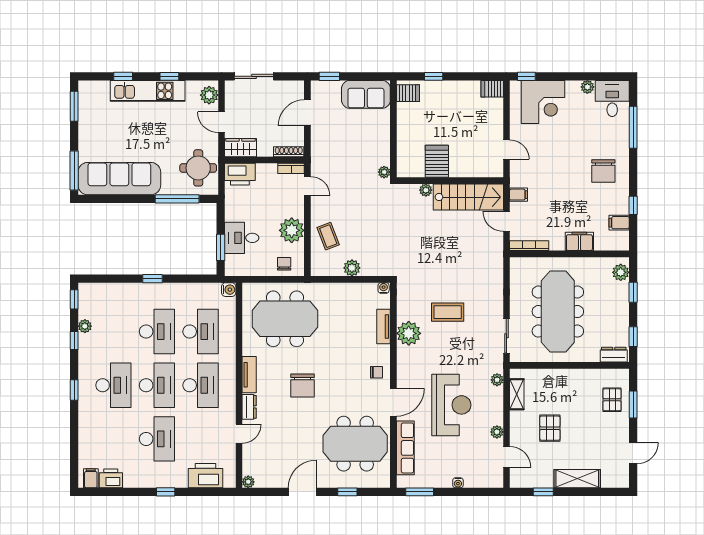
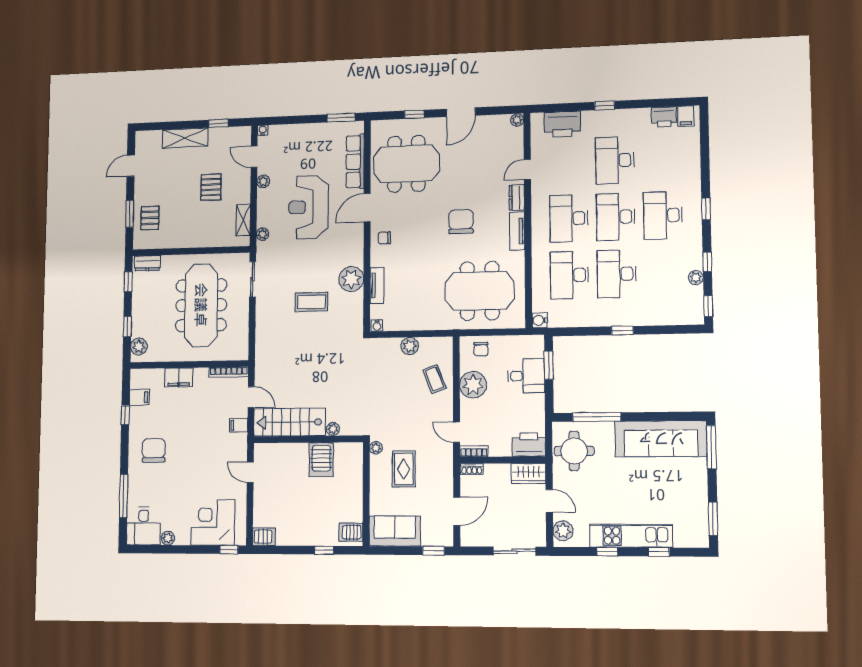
shoe rack: (289, 152) -> (472, 469), width x0.70
rug: (357, 152) -> (404, 469), added
water cooler: (458, 483) -> (263, 130), moved

